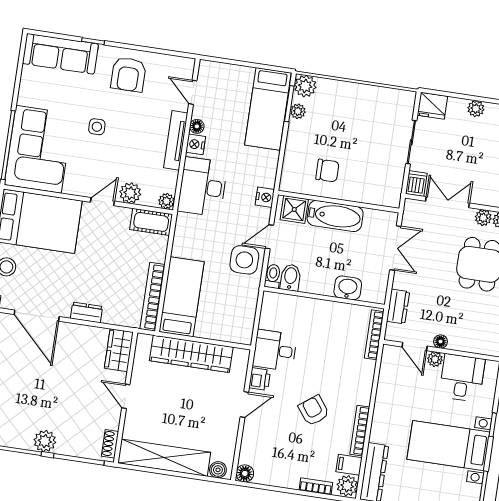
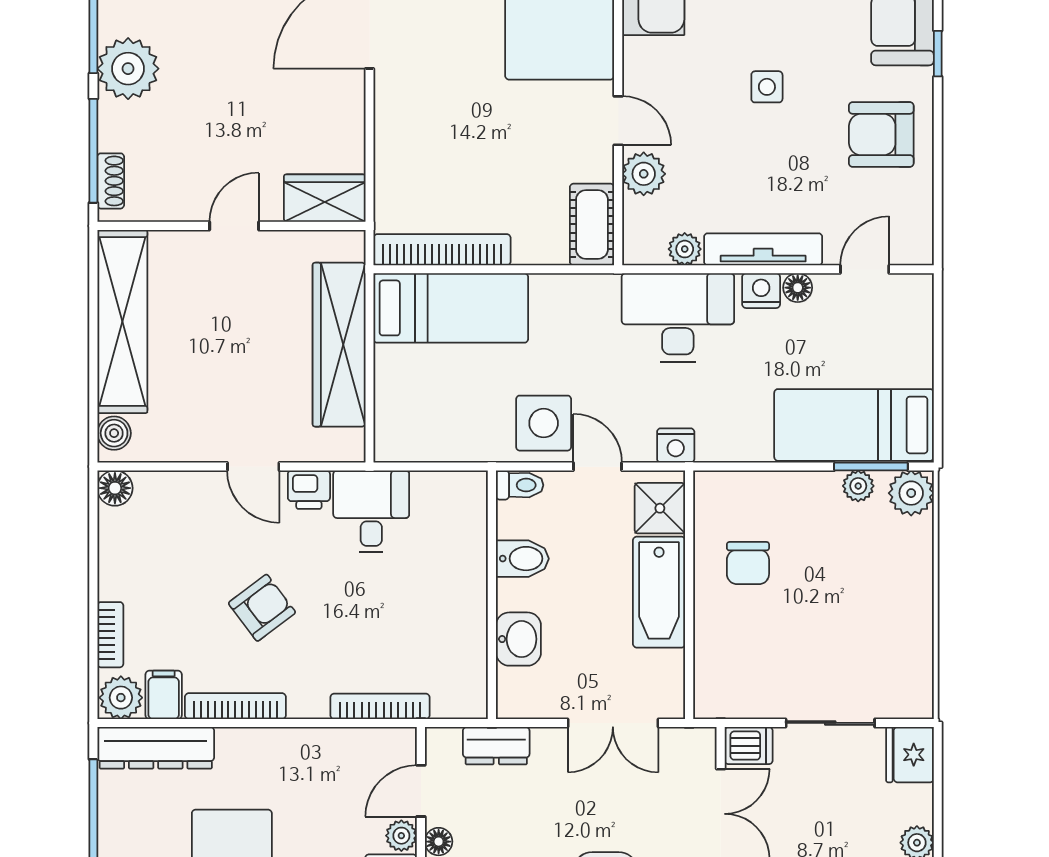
plant: (166, 201) -> (685, 249), moved
bidet: (291, 277) -> (522, 559), moved
dresser: (86, 312) -> (391, 122), removed
bookcase: (374, 335) -> (380, 706), moved
plant: (45, 441) -> (128, 69), width x1.36, depth x1.36
shoe rack: (110, 444) -> (111, 181), moved, turned 90

